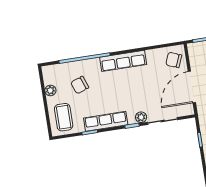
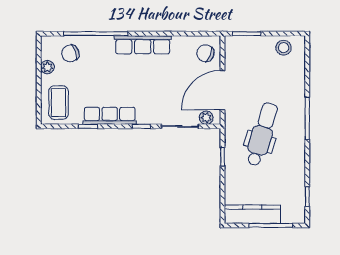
chair: (80, 85) -> (70, 53), moved
plant: (141, 117) -> (206, 118), moved

